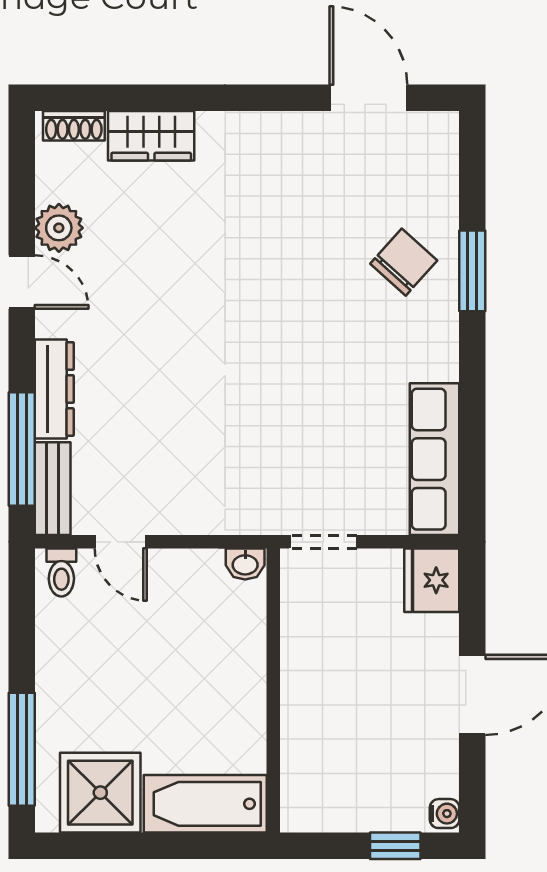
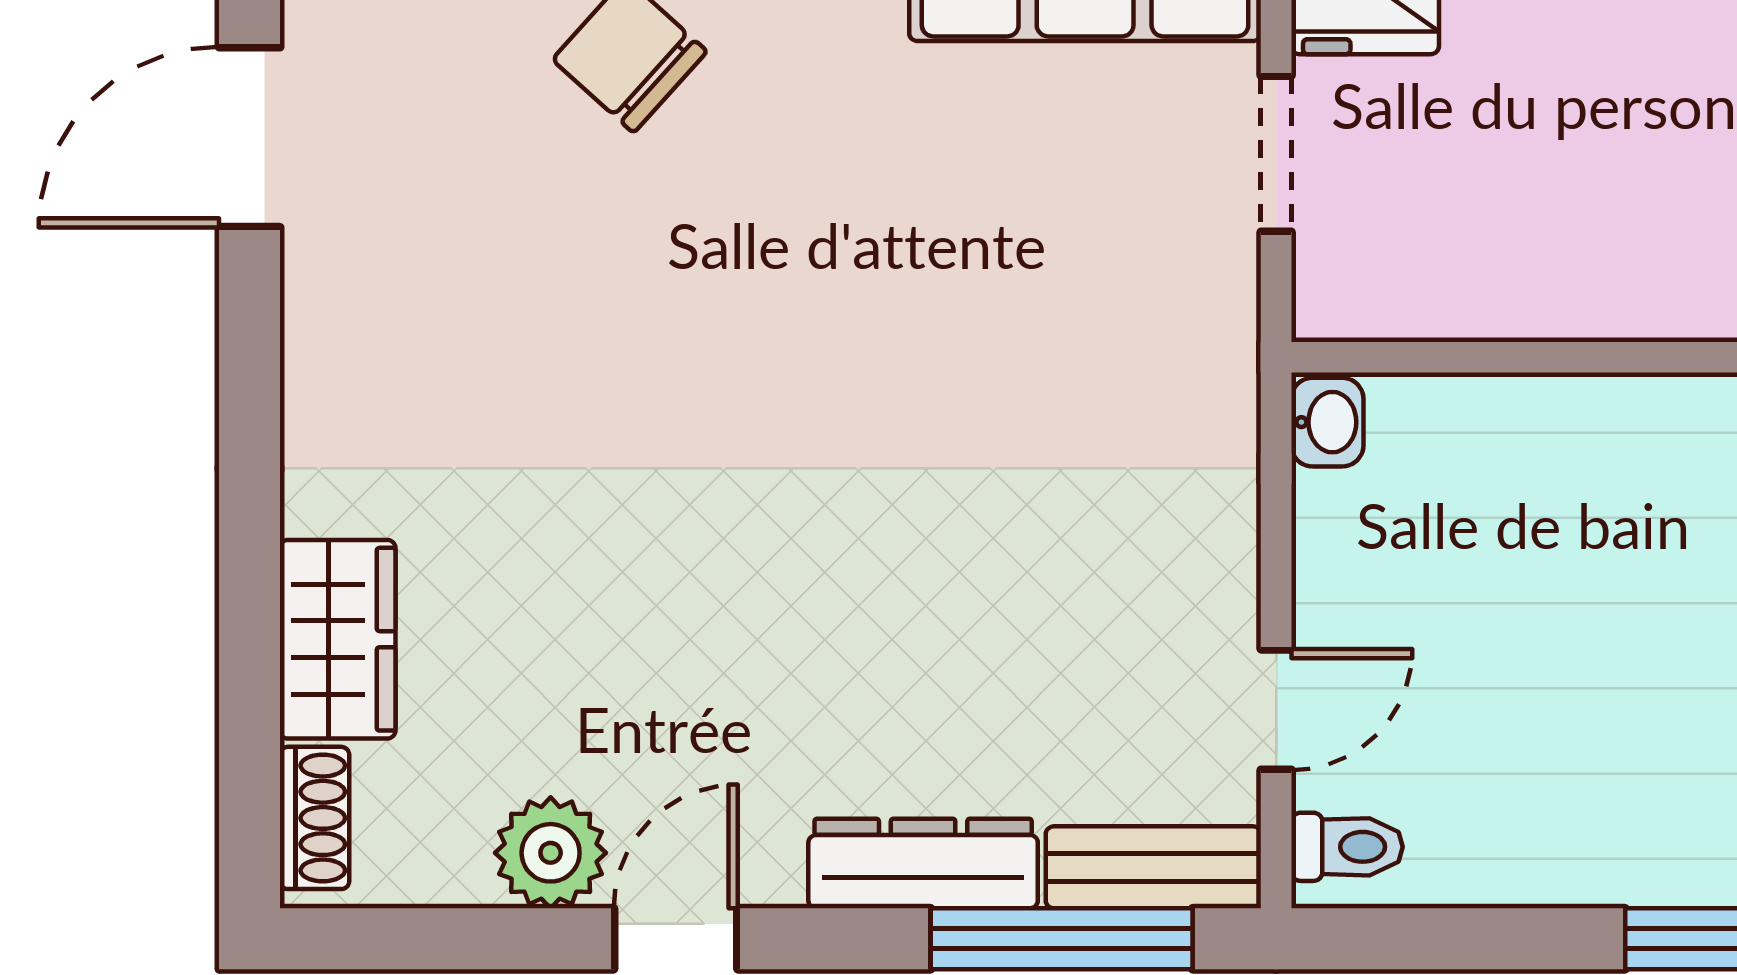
doorway: (323, 542) -> (1276, 154), moved

